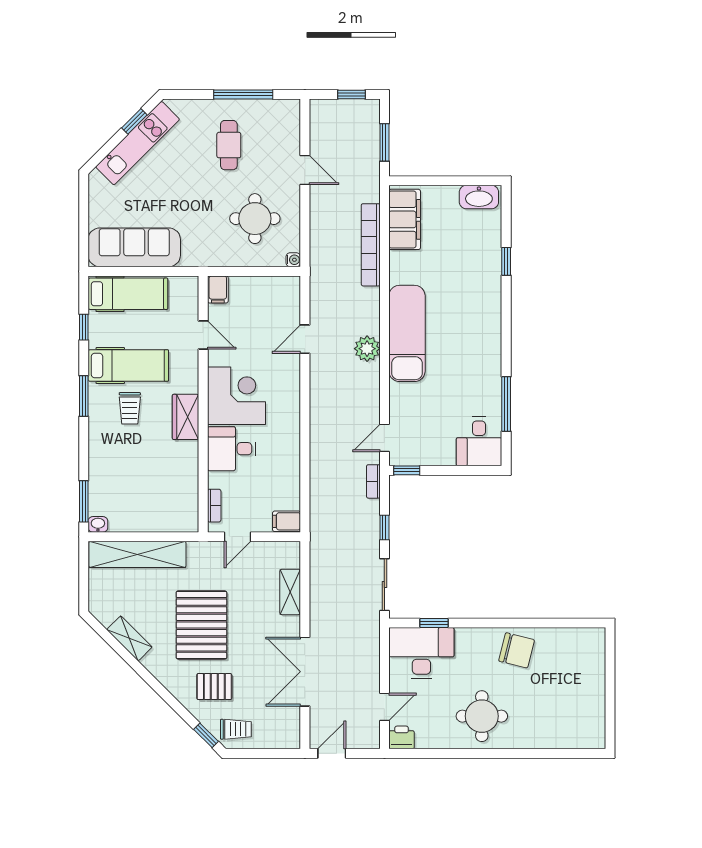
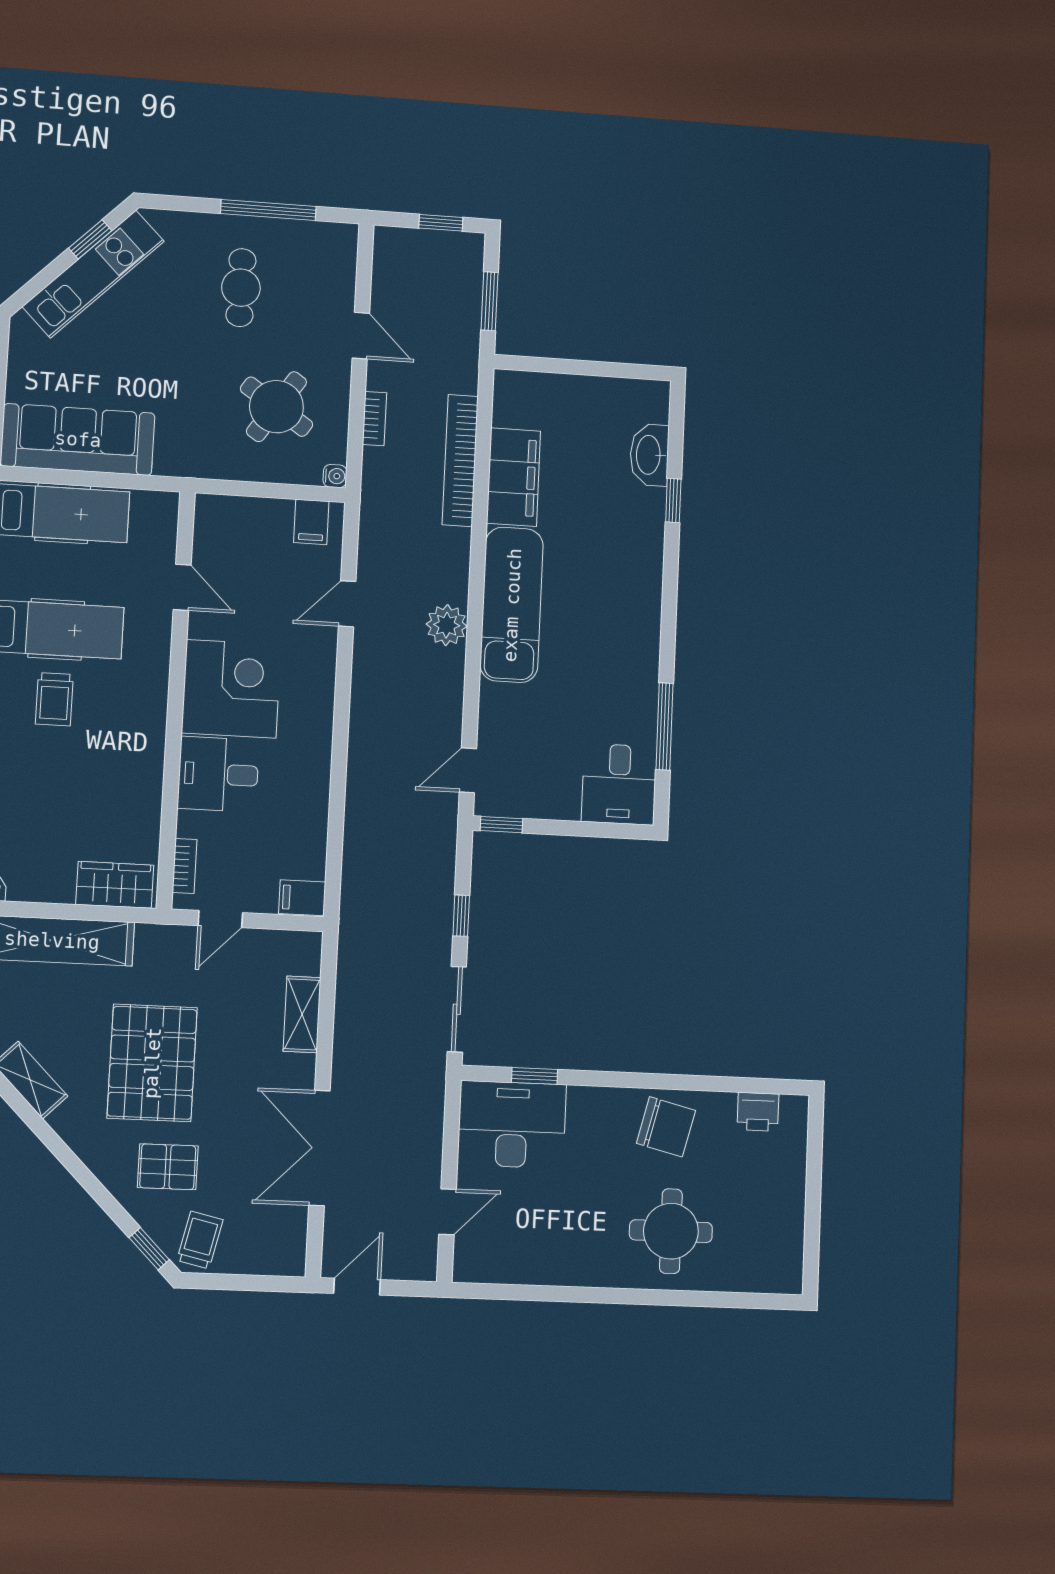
washbasin: (479, 197) -> (649, 455), moved, turned 90
round table: (255, 219) -> (277, 407), turned 34
filing cabinet: (405, 219) -> (513, 477), moved
filing cabinet: (218, 289) -> (311, 522), moved
wardrobe: (186, 417) -> (115, 885), moved, turned 90
bookcase: (373, 481) -> (375, 419), moved, turned 180
round table: (482, 716) -> (671, 1231), moved
trolley: (236, 729) -> (200, 1240), turned -77
printer: (402, 737) -> (758, 1112), moved, turned 180

